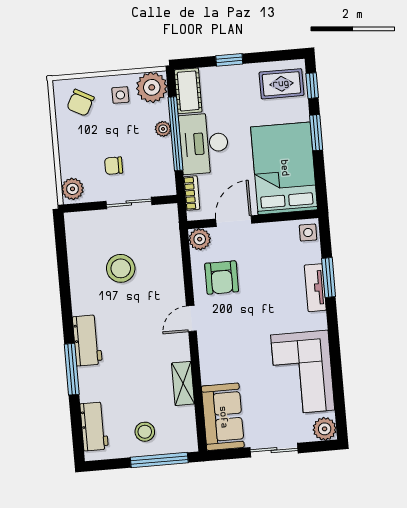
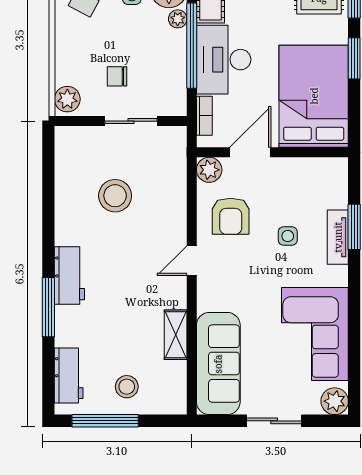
plant: (163, 129) -> (178, 19), moved
side table: (308, 233) -> (288, 236), moved
sofa: (223, 417) -> (218, 364), width x1.36
window: (159, 460) -> (105, 421), moved

